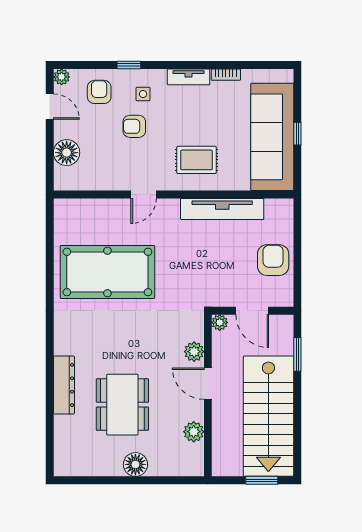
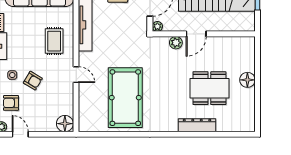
door: (50, 107) -> (20, 134), hinge flipped
armchair: (134, 126) -> (33, 81), turned -59
floor lamp: (67, 153) -> (65, 124), moved
plant: (194, 432) -> (227, 43), removed

